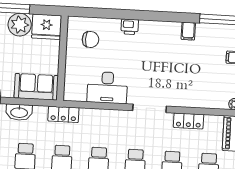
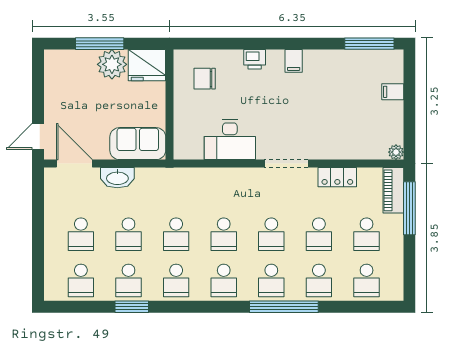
filing cabinet: (188, 31) -> (294, 61), moved
chair: (90, 39) -> (205, 79), turned 180
locker: (63, 114) -> (175, 177), removed

